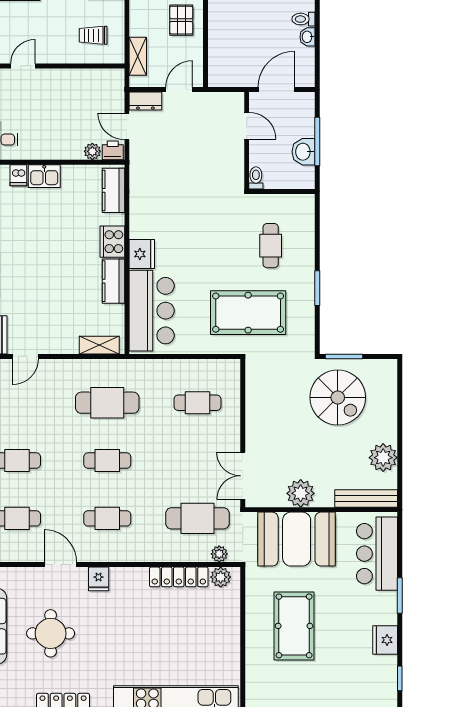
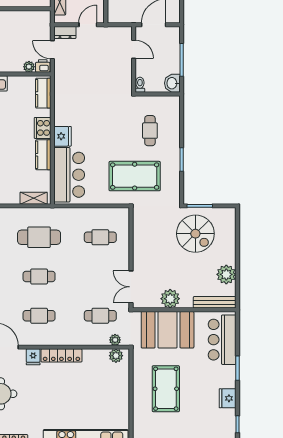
washbasin: (304, 152) -> (172, 83), moved
cafe table: (197, 518) -> (100, 316), width x0.73, depth x0.74
locker: (179, 577) -> (61, 355), moved

